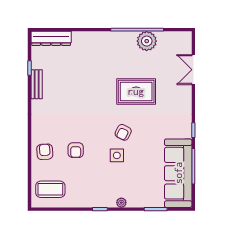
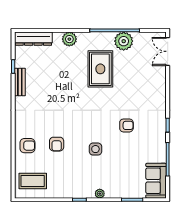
plant: (89, 39) -> (69, 39), added
double door: (193, 70) -> (168, 51), moved
rug: (136, 91) -> (100, 69), moved, turned 90
armchair: (123, 132) -> (126, 125), moved, turned -117
armchair: (45, 152) -> (27, 146), turned 94
sofa: (178, 173) -> (156, 181), width x0.54, depth x0.79

